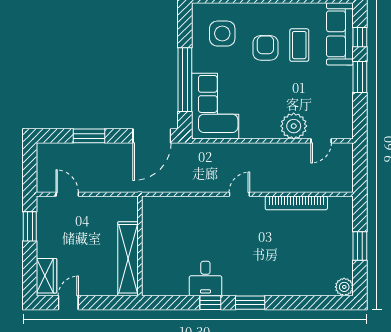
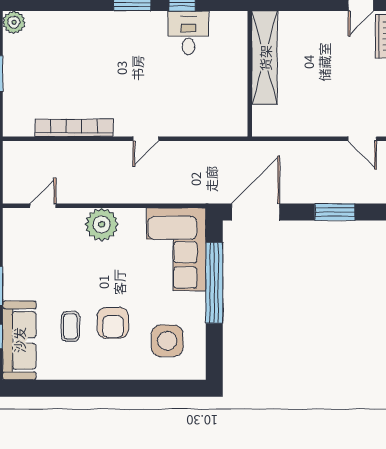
coffee table: (299, 45) -> (70, 326), width x0.73, depth x0.77
plant: (294, 126) -> (102, 224), moved
wall: (140, 246) -> (250, 74), moved
shelving: (128, 259) -> (265, 58), moved

